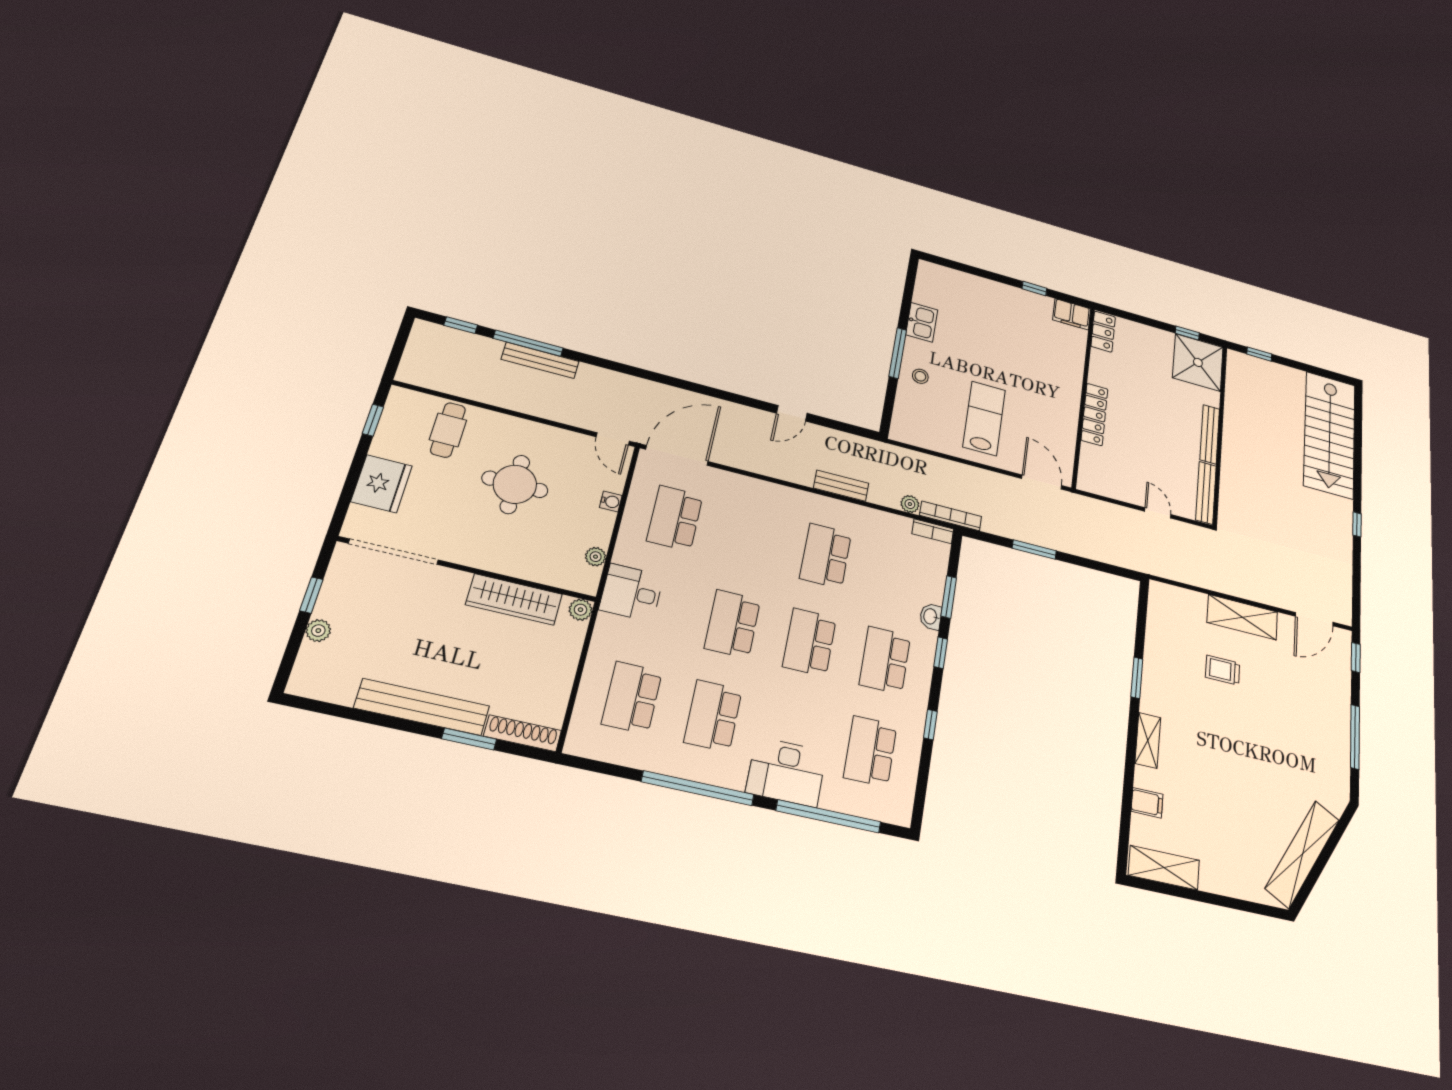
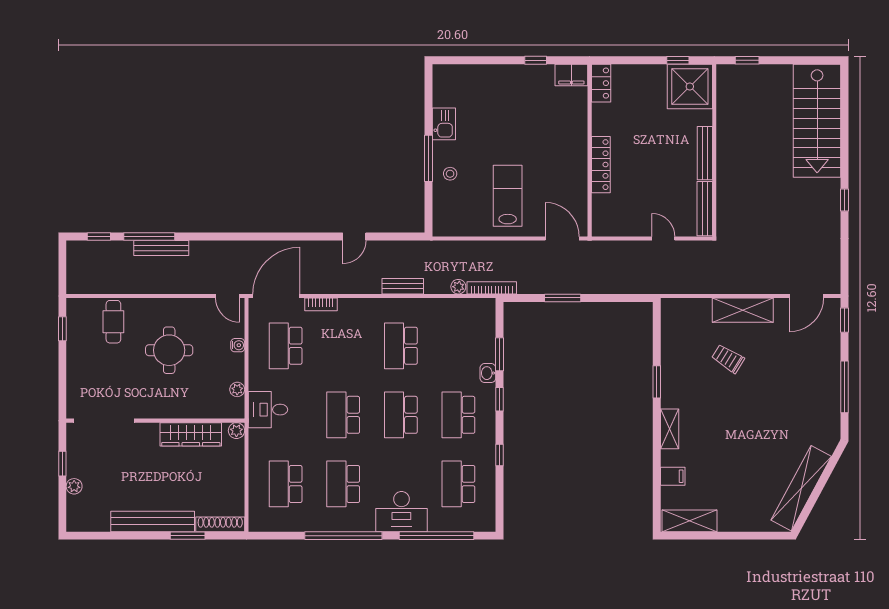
fridge: (382, 484) -> (82, 374), removed
bookcase: (933, 531) -> (321, 304), moved
trolley: (1223, 670) -> (728, 359), turned 32

